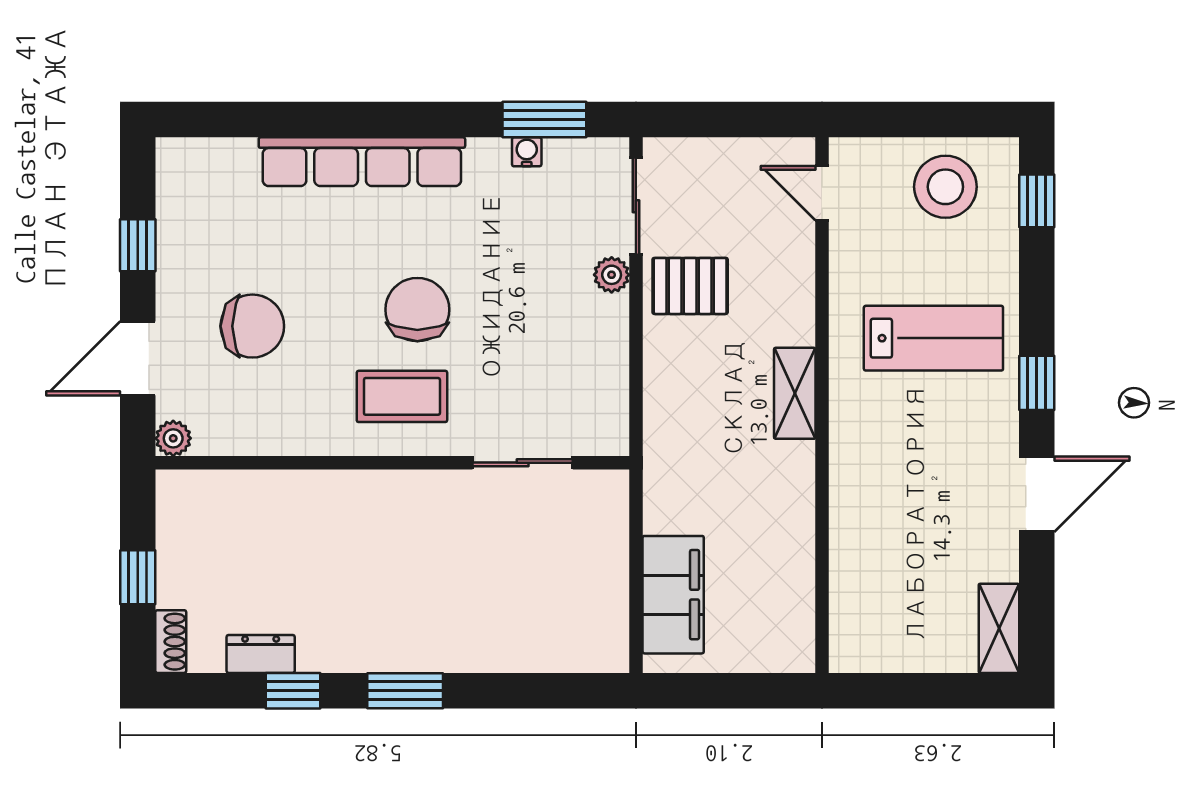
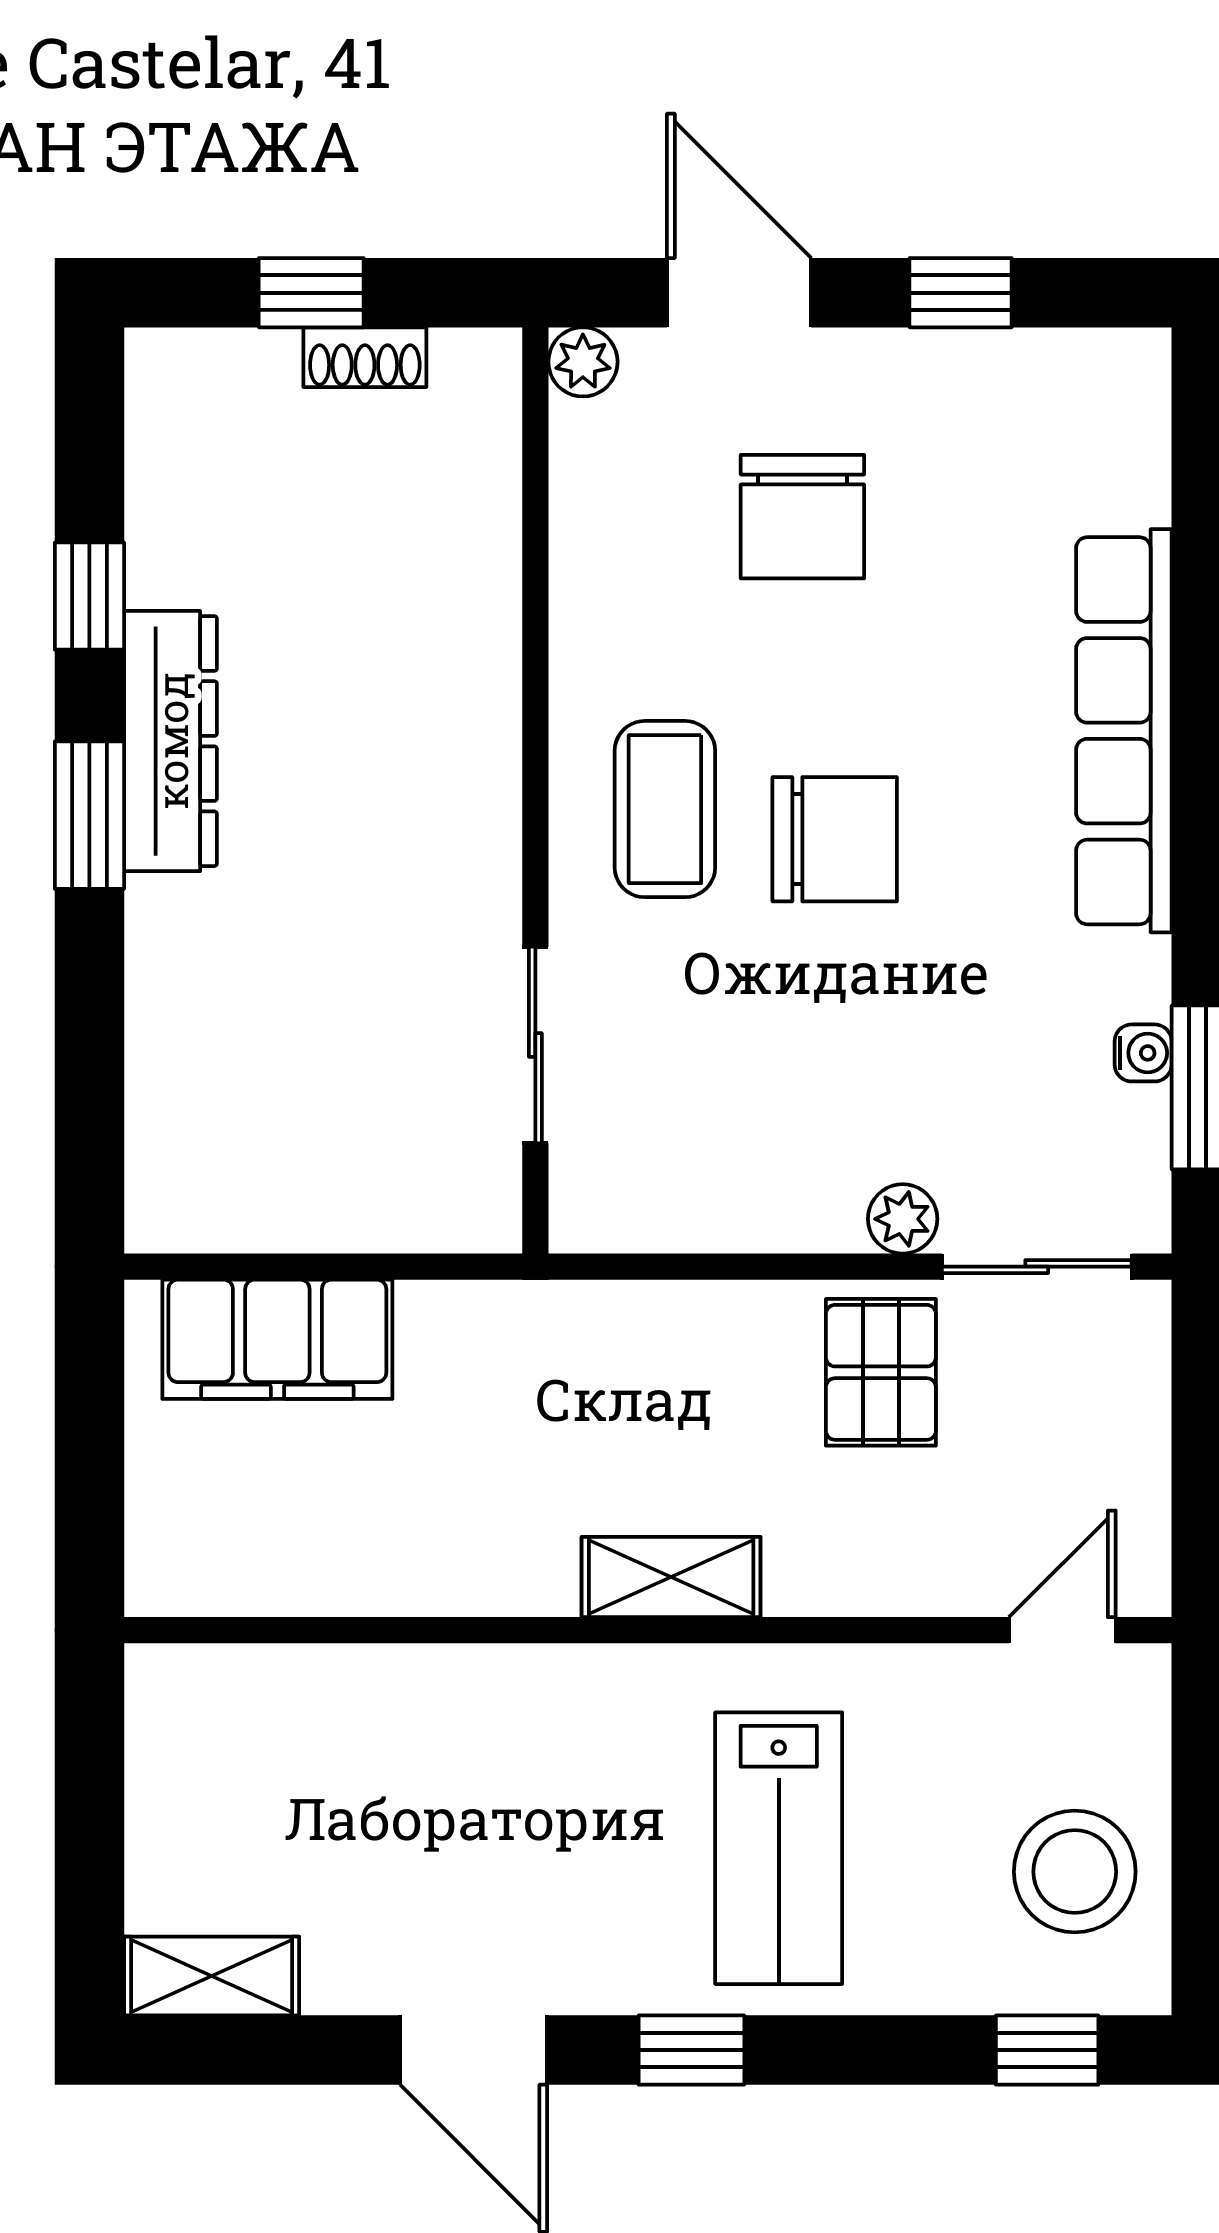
shoe rack: (171, 642) -> (365, 357), moved
dresser: (261, 654) -> (171, 741), moved, width x1.96, depth x1.24

